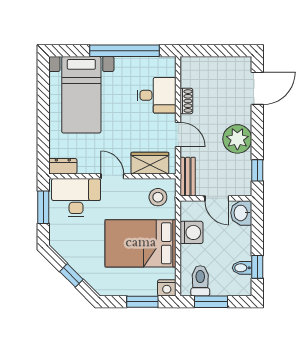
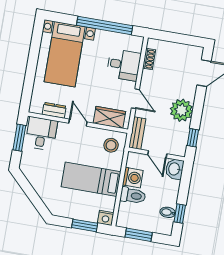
shoe rack: (186, 101) -> (149, 59), moved
dresser: (63, 166) -> (54, 110), moved
desk: (76, 198) -> (41, 134), width x0.73
bed: (141, 243) -> (91, 179), width x0.67
window: (71, 275) -> (32, 195), removed
toilet: (200, 281) -> (133, 196), moved, turned 90

